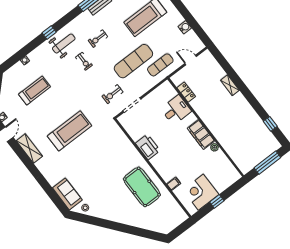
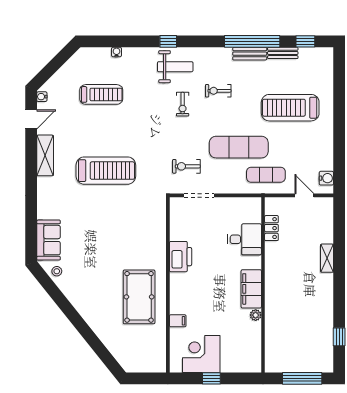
water cooler: (185, 27) -> (326, 178), moved

